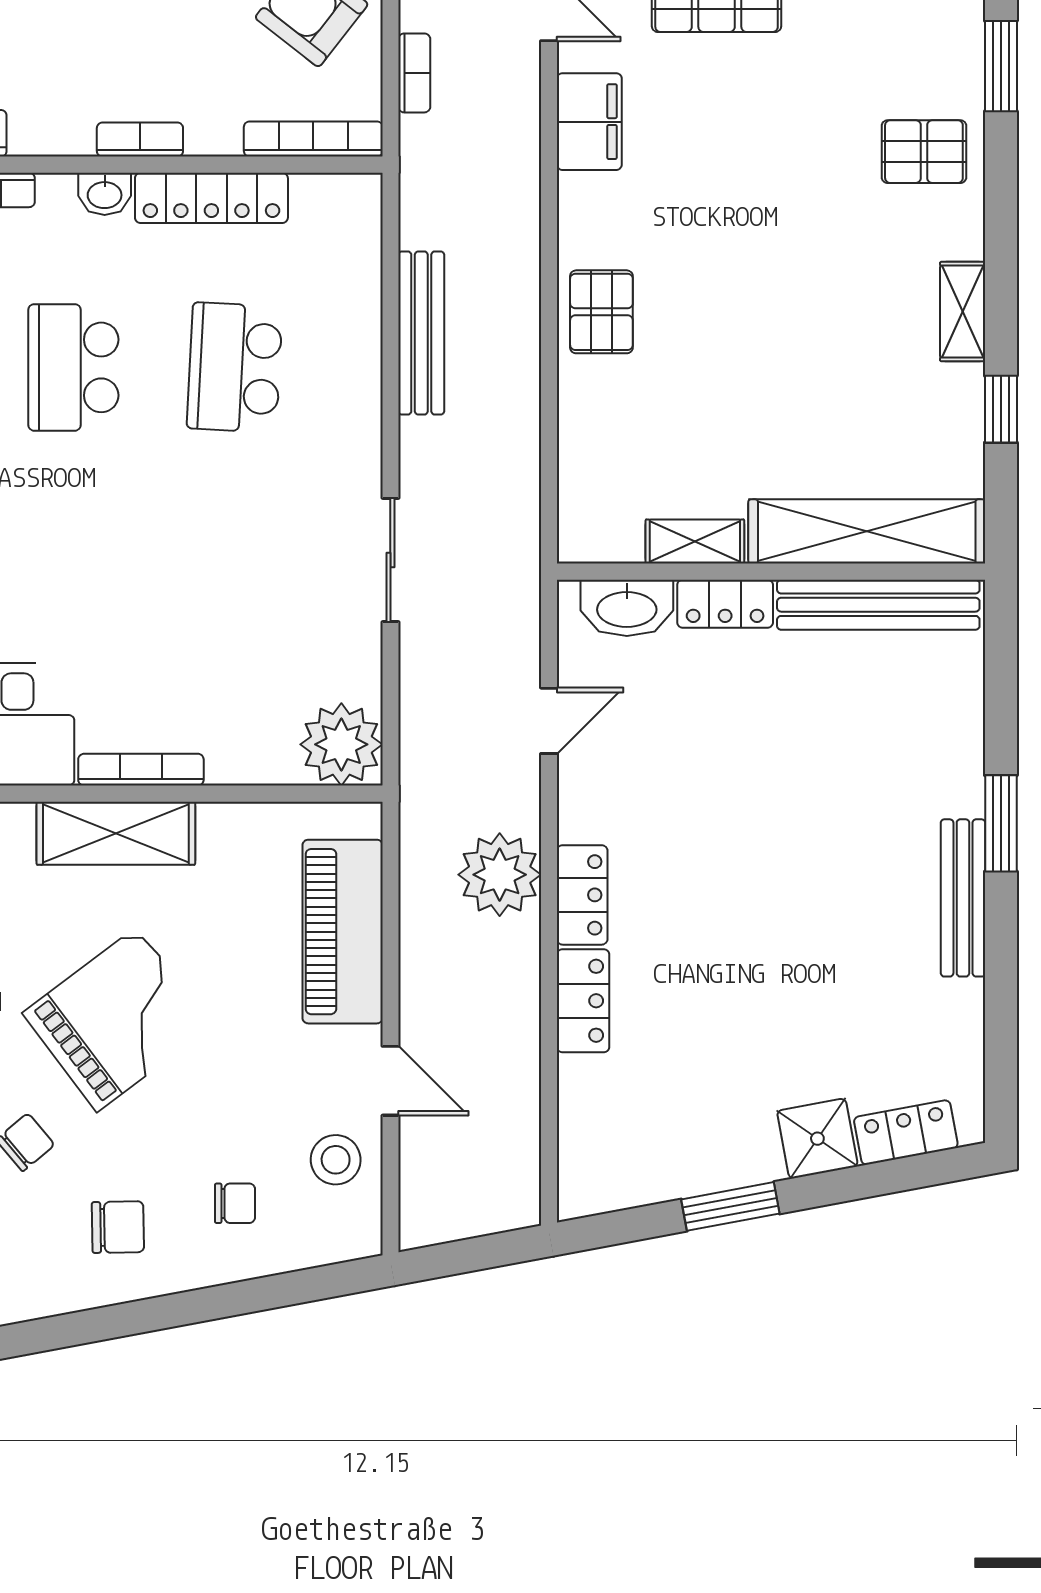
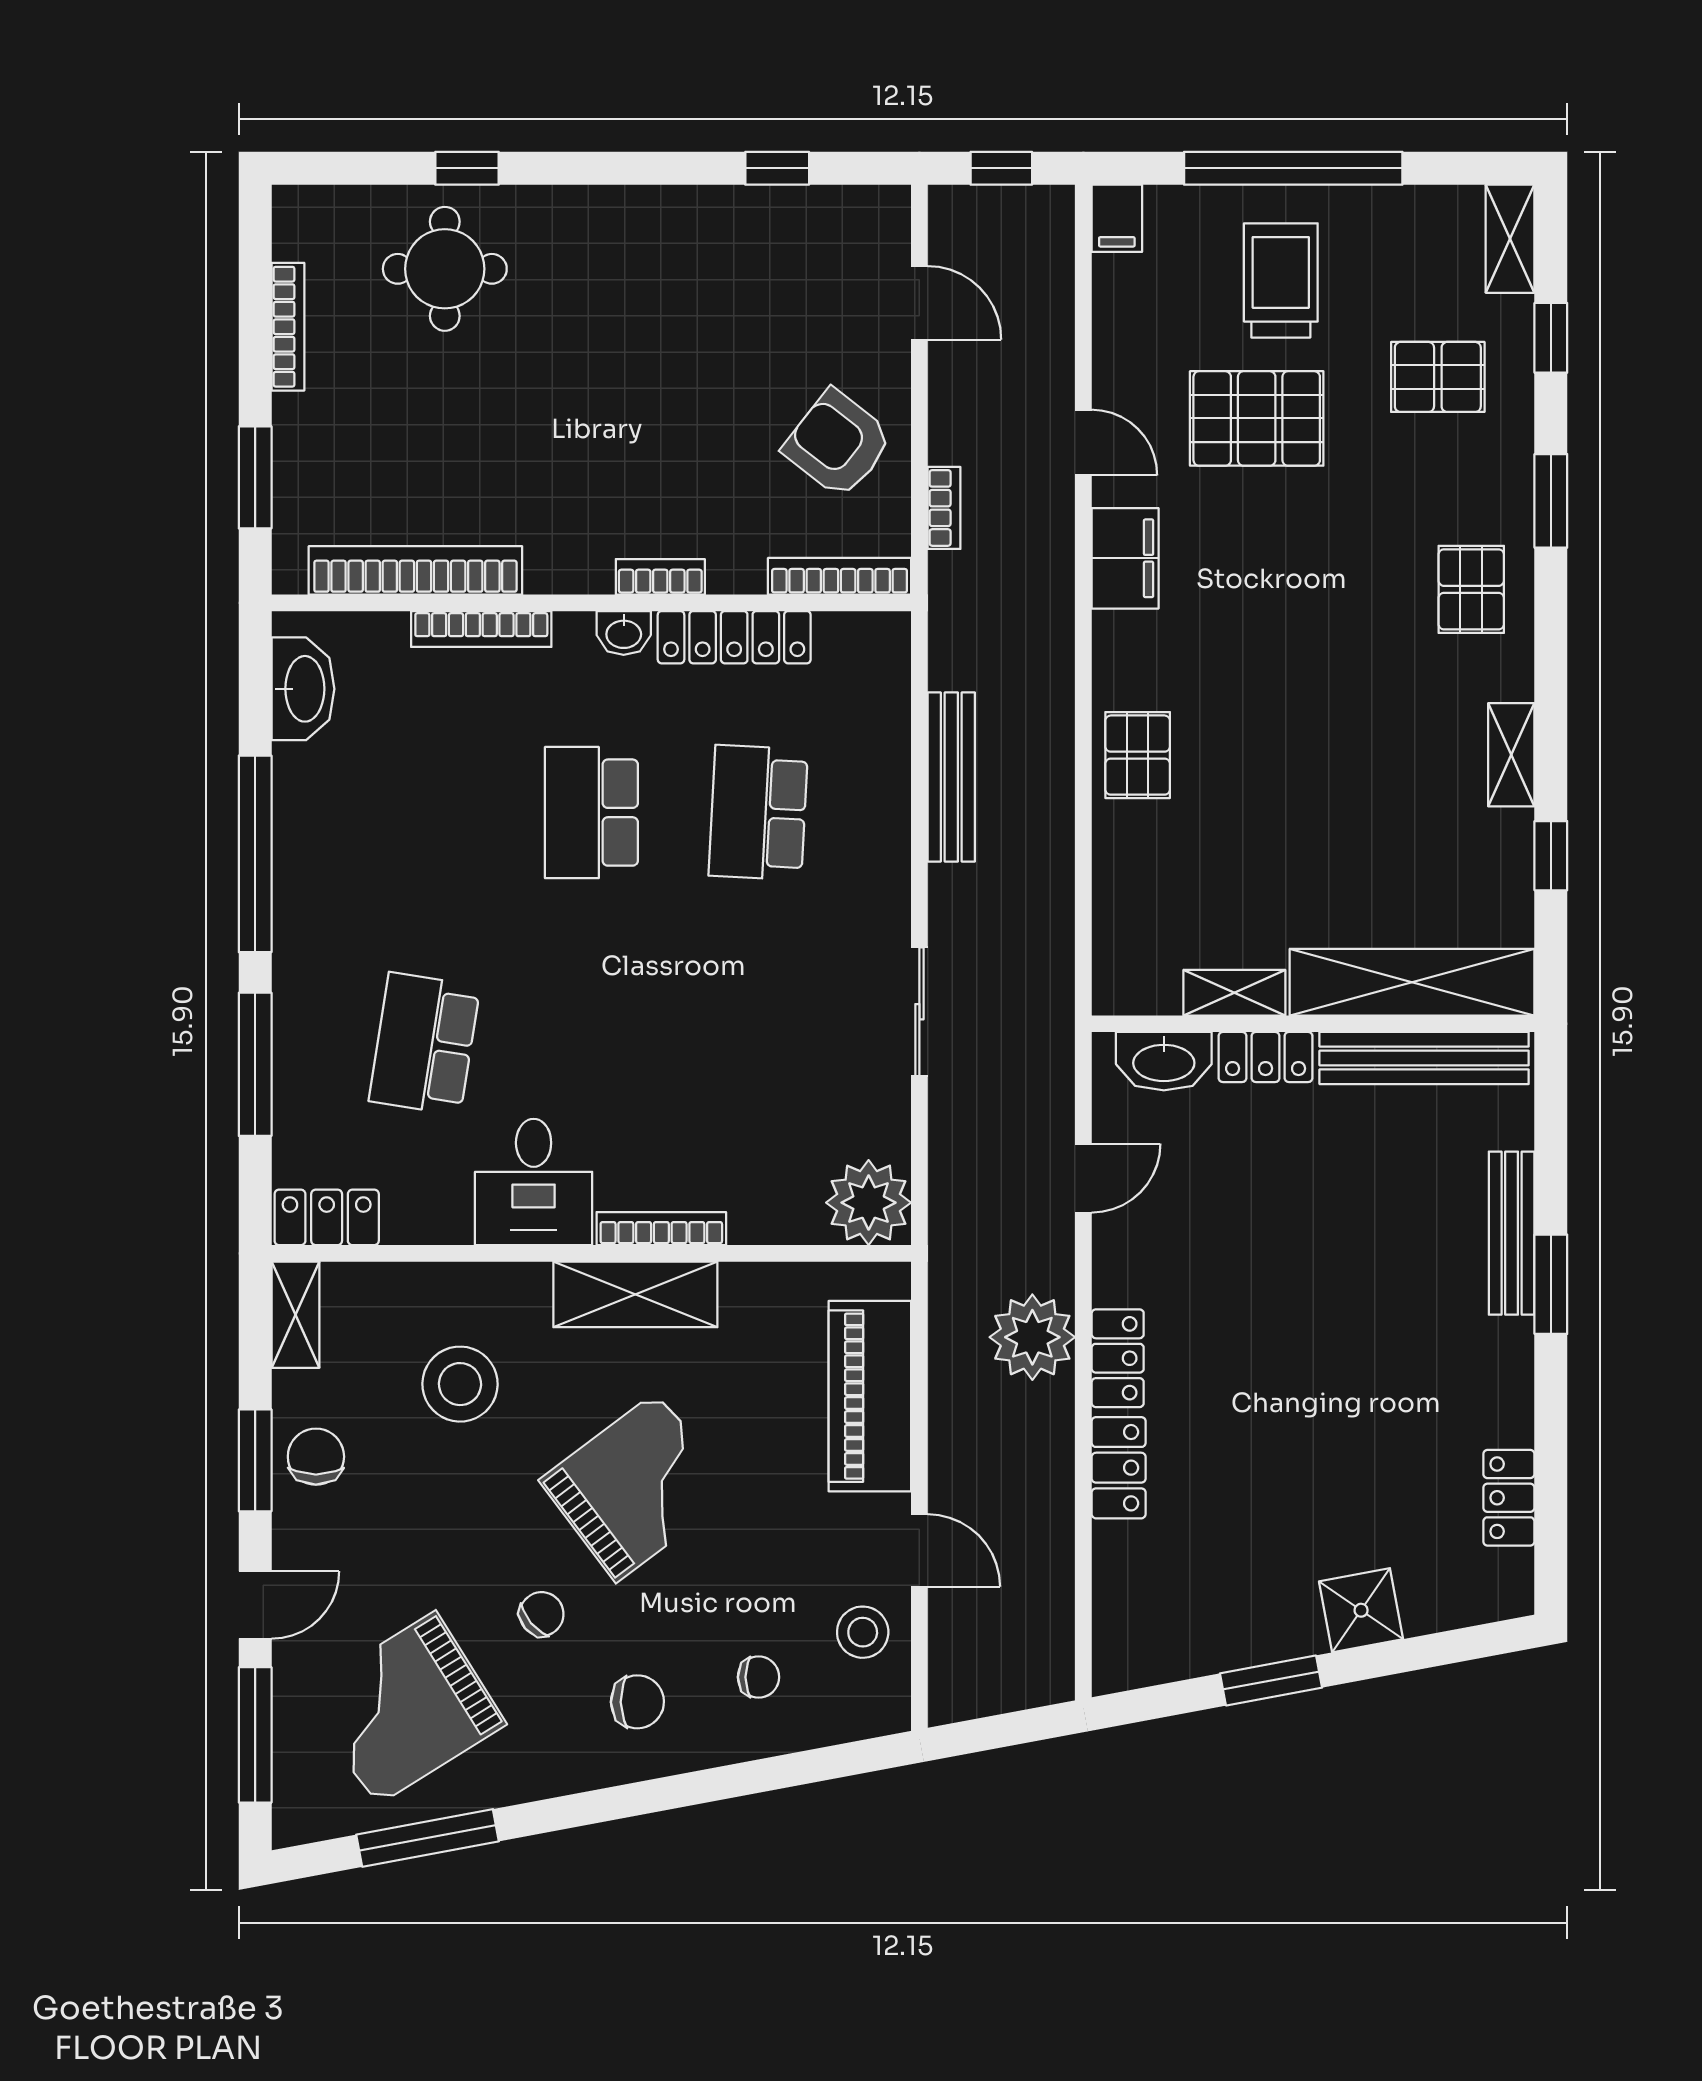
pallet: (924, 152) -> (1471, 589), turned 90
bench: (963, 898) -> (1512, 1233), moved
locker: (906, 1132) -> (1509, 1498), moved, turned -79

